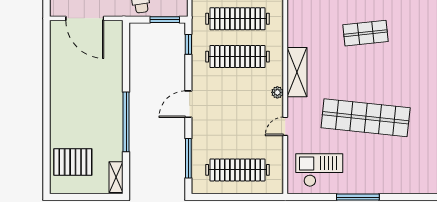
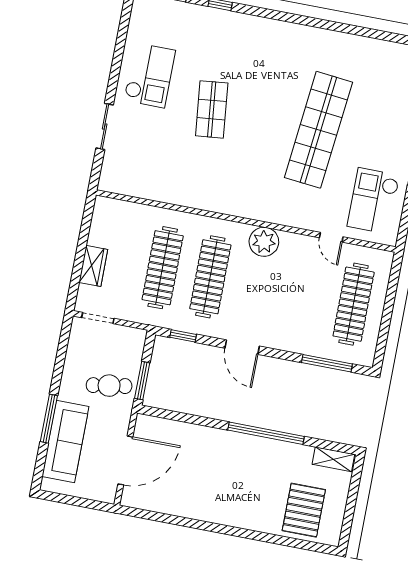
window: (165, 20) -> (142, 381), moved
shelving: (297, 72) -> (244, 205), removed
plant: (277, 92) -> (264, 242), width x1.88, depth x1.88
door: (188, 104) -> (242, 347), moved
door: (285, 126) -> (331, 237), moved

